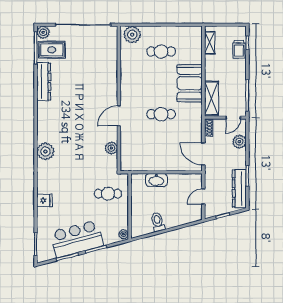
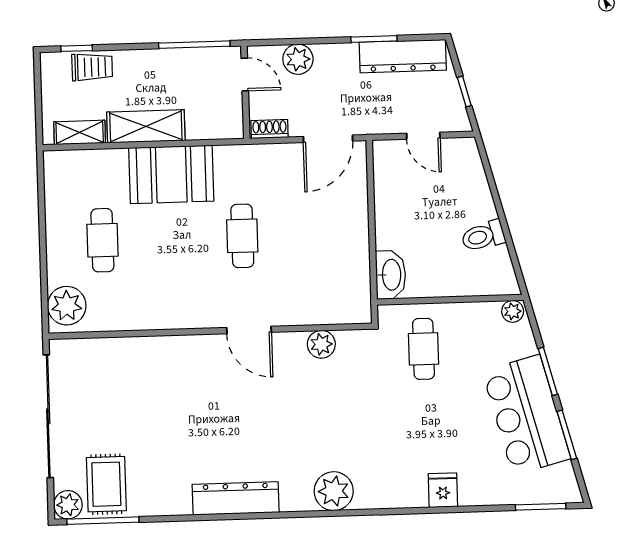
dresser: (44, 82) -> (236, 498), moved
shelving: (211, 98) -> (146, 126), moved
washbasin: (156, 180) -> (391, 275), moved

